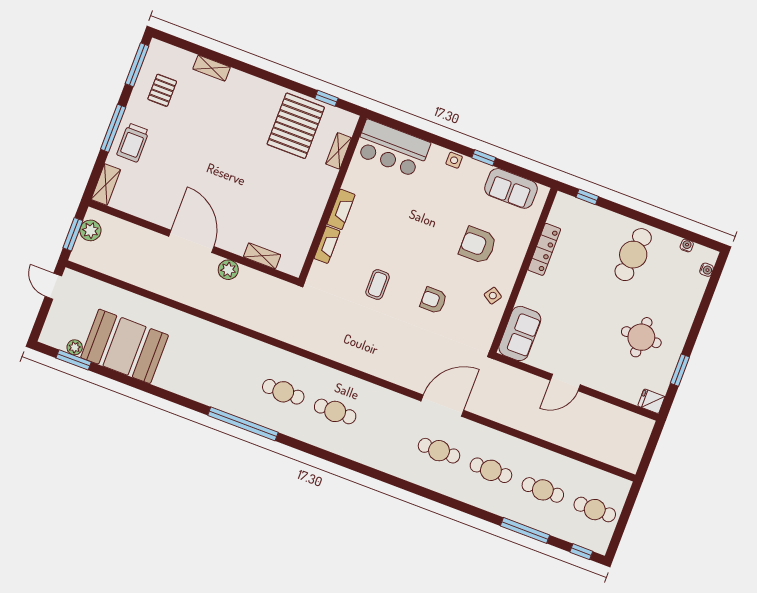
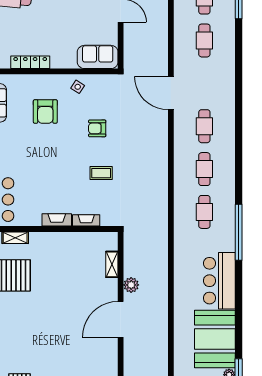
armchair: (433, 300) -> (97, 128), turned 90
bar counter: (193, 378) -> (219, 281), added
cafe table: (439, 451) -> (204, 126), moved

